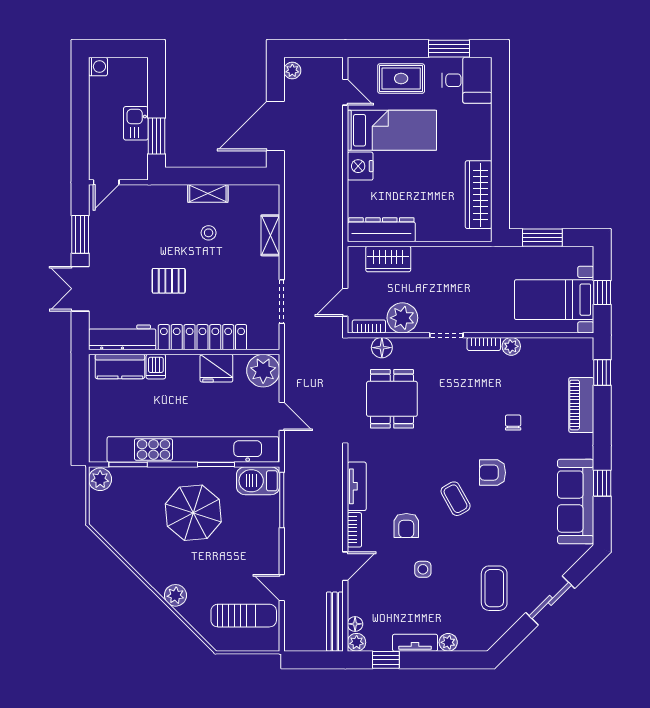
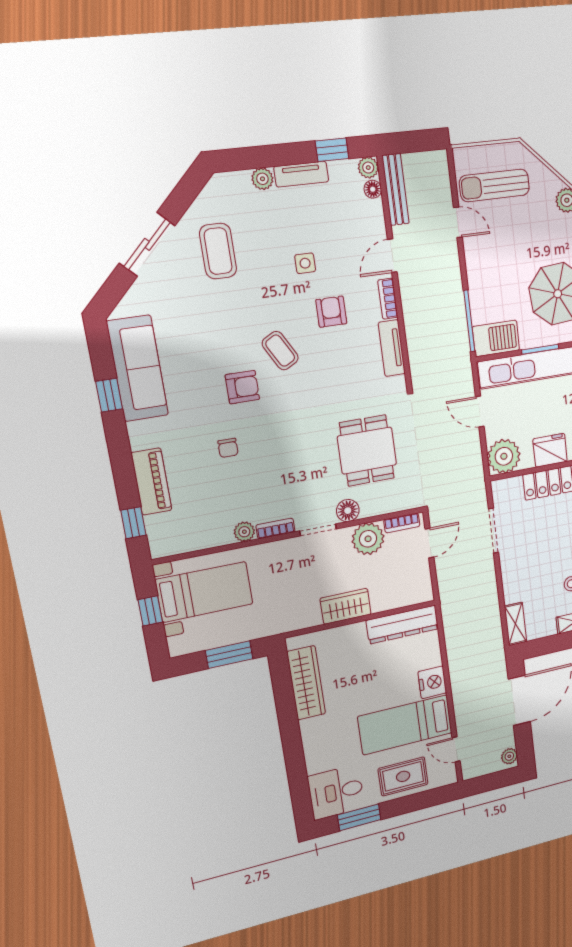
shelving: (270, 235) -> (516, 624), moved
wardrobe: (388, 259) -> (346, 606), moved
floor lamp: (382, 348) -> (348, 511), moved

